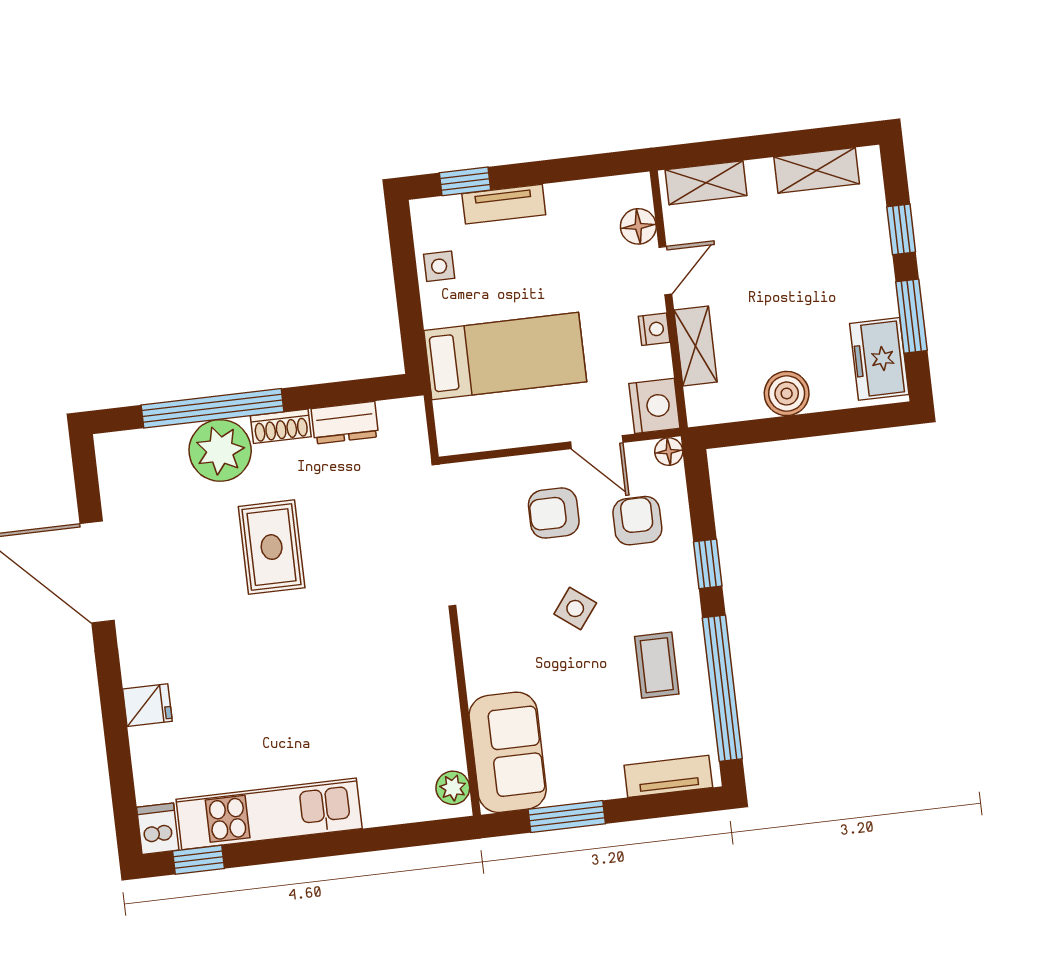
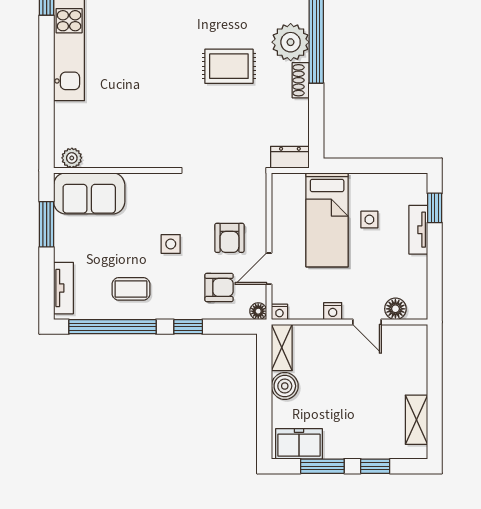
shelving: (706, 183) -> (417, 352), removed
side table: (439, 266) -> (369, 220), moved
shelving: (696, 346) -> (282, 347), moved, turned 90
nightstand: (654, 406) -> (279, 312), width x0.53, depth x0.56
dresser: (345, 423) -> (290, 157), moved, turned 90
armchair: (554, 513) -> (229, 238), turned 180
side table: (575, 609) -> (171, 244), turned -37

